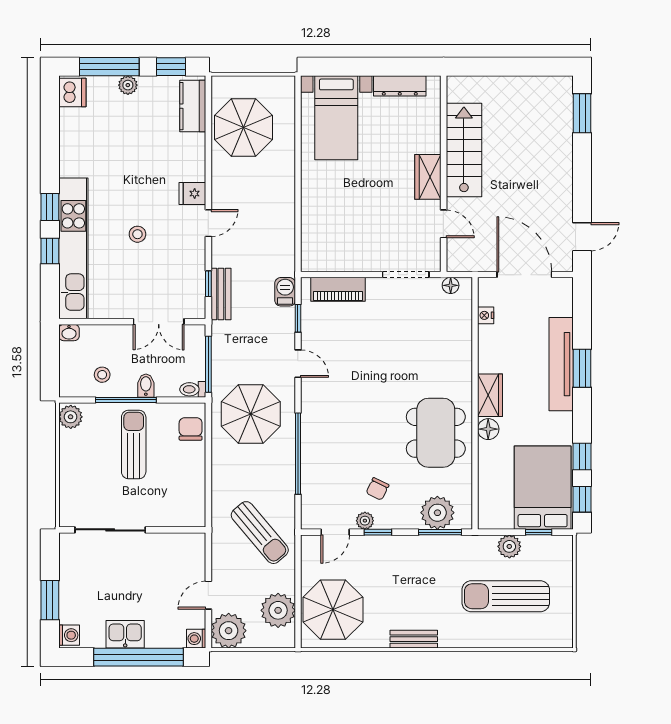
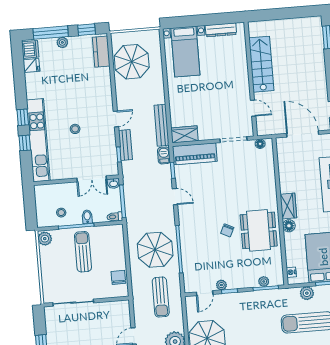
wardrobe: (428, 177) -> (185, 134), moved, turned 90
fridge: (192, 194) -> (31, 65), moved, turned 180
bench: (285, 240) -> (162, 125), added
piano: (338, 289) -> (195, 154), width x1.37, depth x1.33
bench: (221, 294) -> (125, 145), moved
nightstand: (486, 315) -> (291, 272), moved
washbasin: (69, 333) -> (114, 183), moved
parasol: (251, 414) -> (155, 250), moved
chair: (191, 429) -> (118, 277), moved
chair: (377, 489) -> (227, 230), moved
plant: (437, 513) -> (264, 281), width x0.53, depth x0.53
sun lounger: (260, 533) -> (161, 297), turned 40

